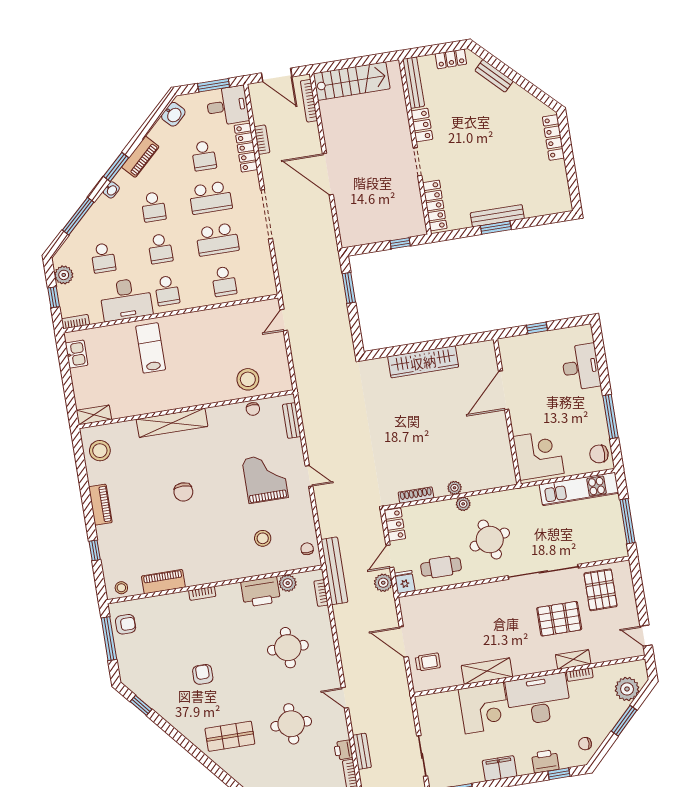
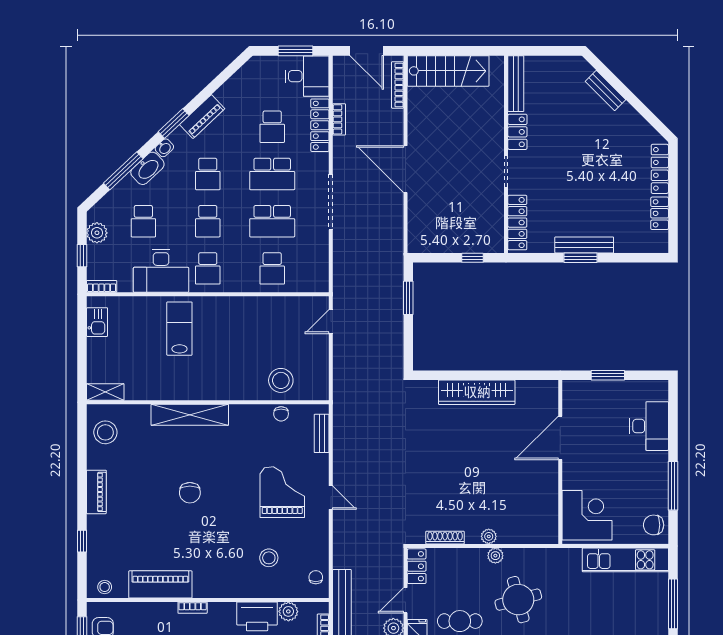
locker: (451, 59) -> (660, 213), moved, turned 90
washbasin: (173, 114) -> (147, 168), moved, width x1.38
window: (537, 328) -> (608, 375), width x1.50
piano: (163, 582) -> (160, 584), width x1.37, depth x1.33

